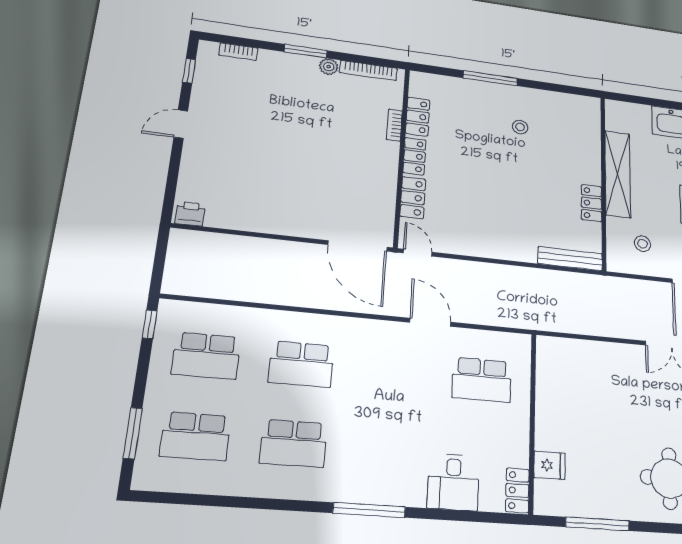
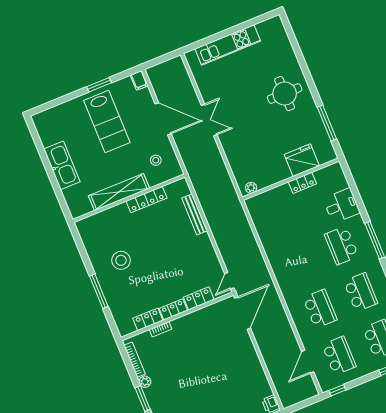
stool: (520, 127) -> (121, 260), width x1.89, depth x1.89
locker: (592, 203) -> (146, 200), width x1.53
bench: (570, 259) -> (195, 214), moved
door: (430, 322) -> (308, 362), moved
plant: (545, 355) -> (251, 188), added
school desk: (482, 380) -> (341, 245), moved, turned 180
fridge: (550, 465) -> (302, 160), width x1.88, depth x1.34
locker: (517, 490) -> (302, 183), moved

